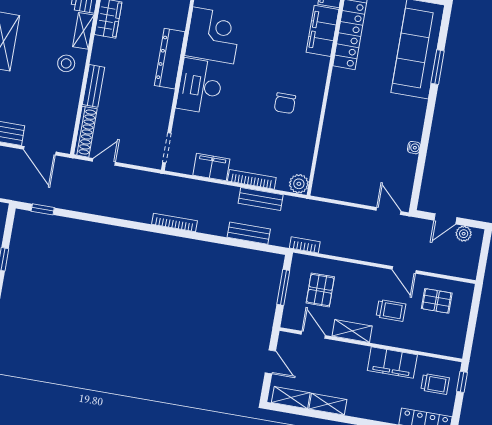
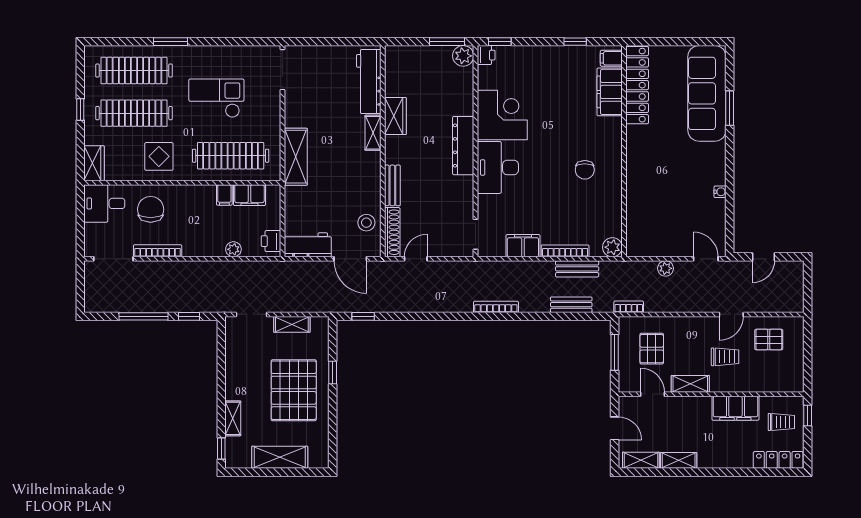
stool: (66, 63) -> (366, 223), moved
plant: (464, 234) -> (666, 268), moved
door: (404, 270) -> (731, 314), hinge flipped

